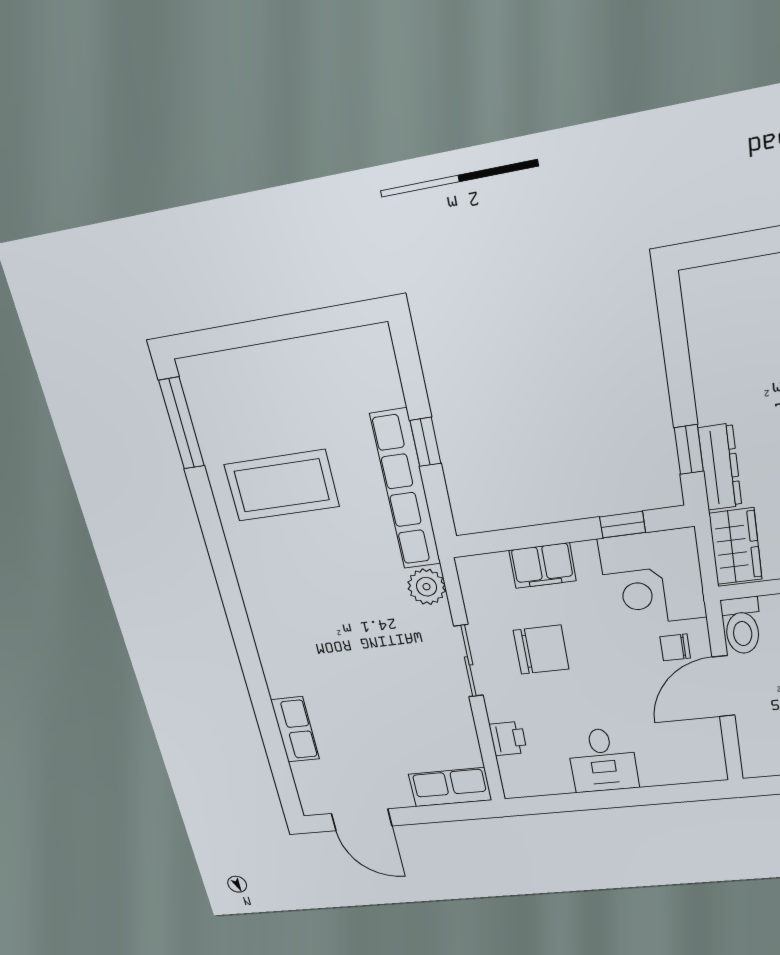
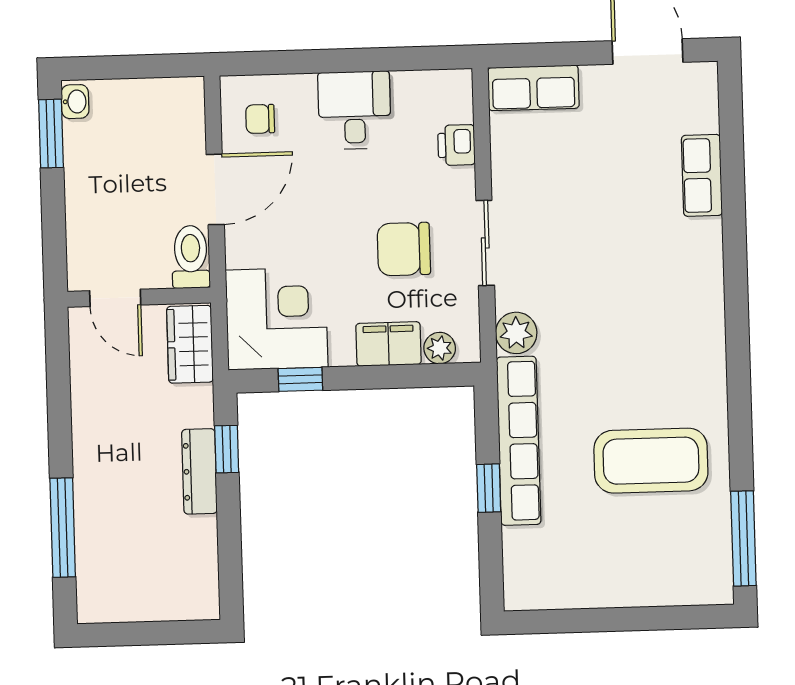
dresser: (720, 467) -> (199, 471), moved
plant: (494, 566) -> (440, 348), added
chair: (675, 647) -> (260, 119), moved, turned 180

